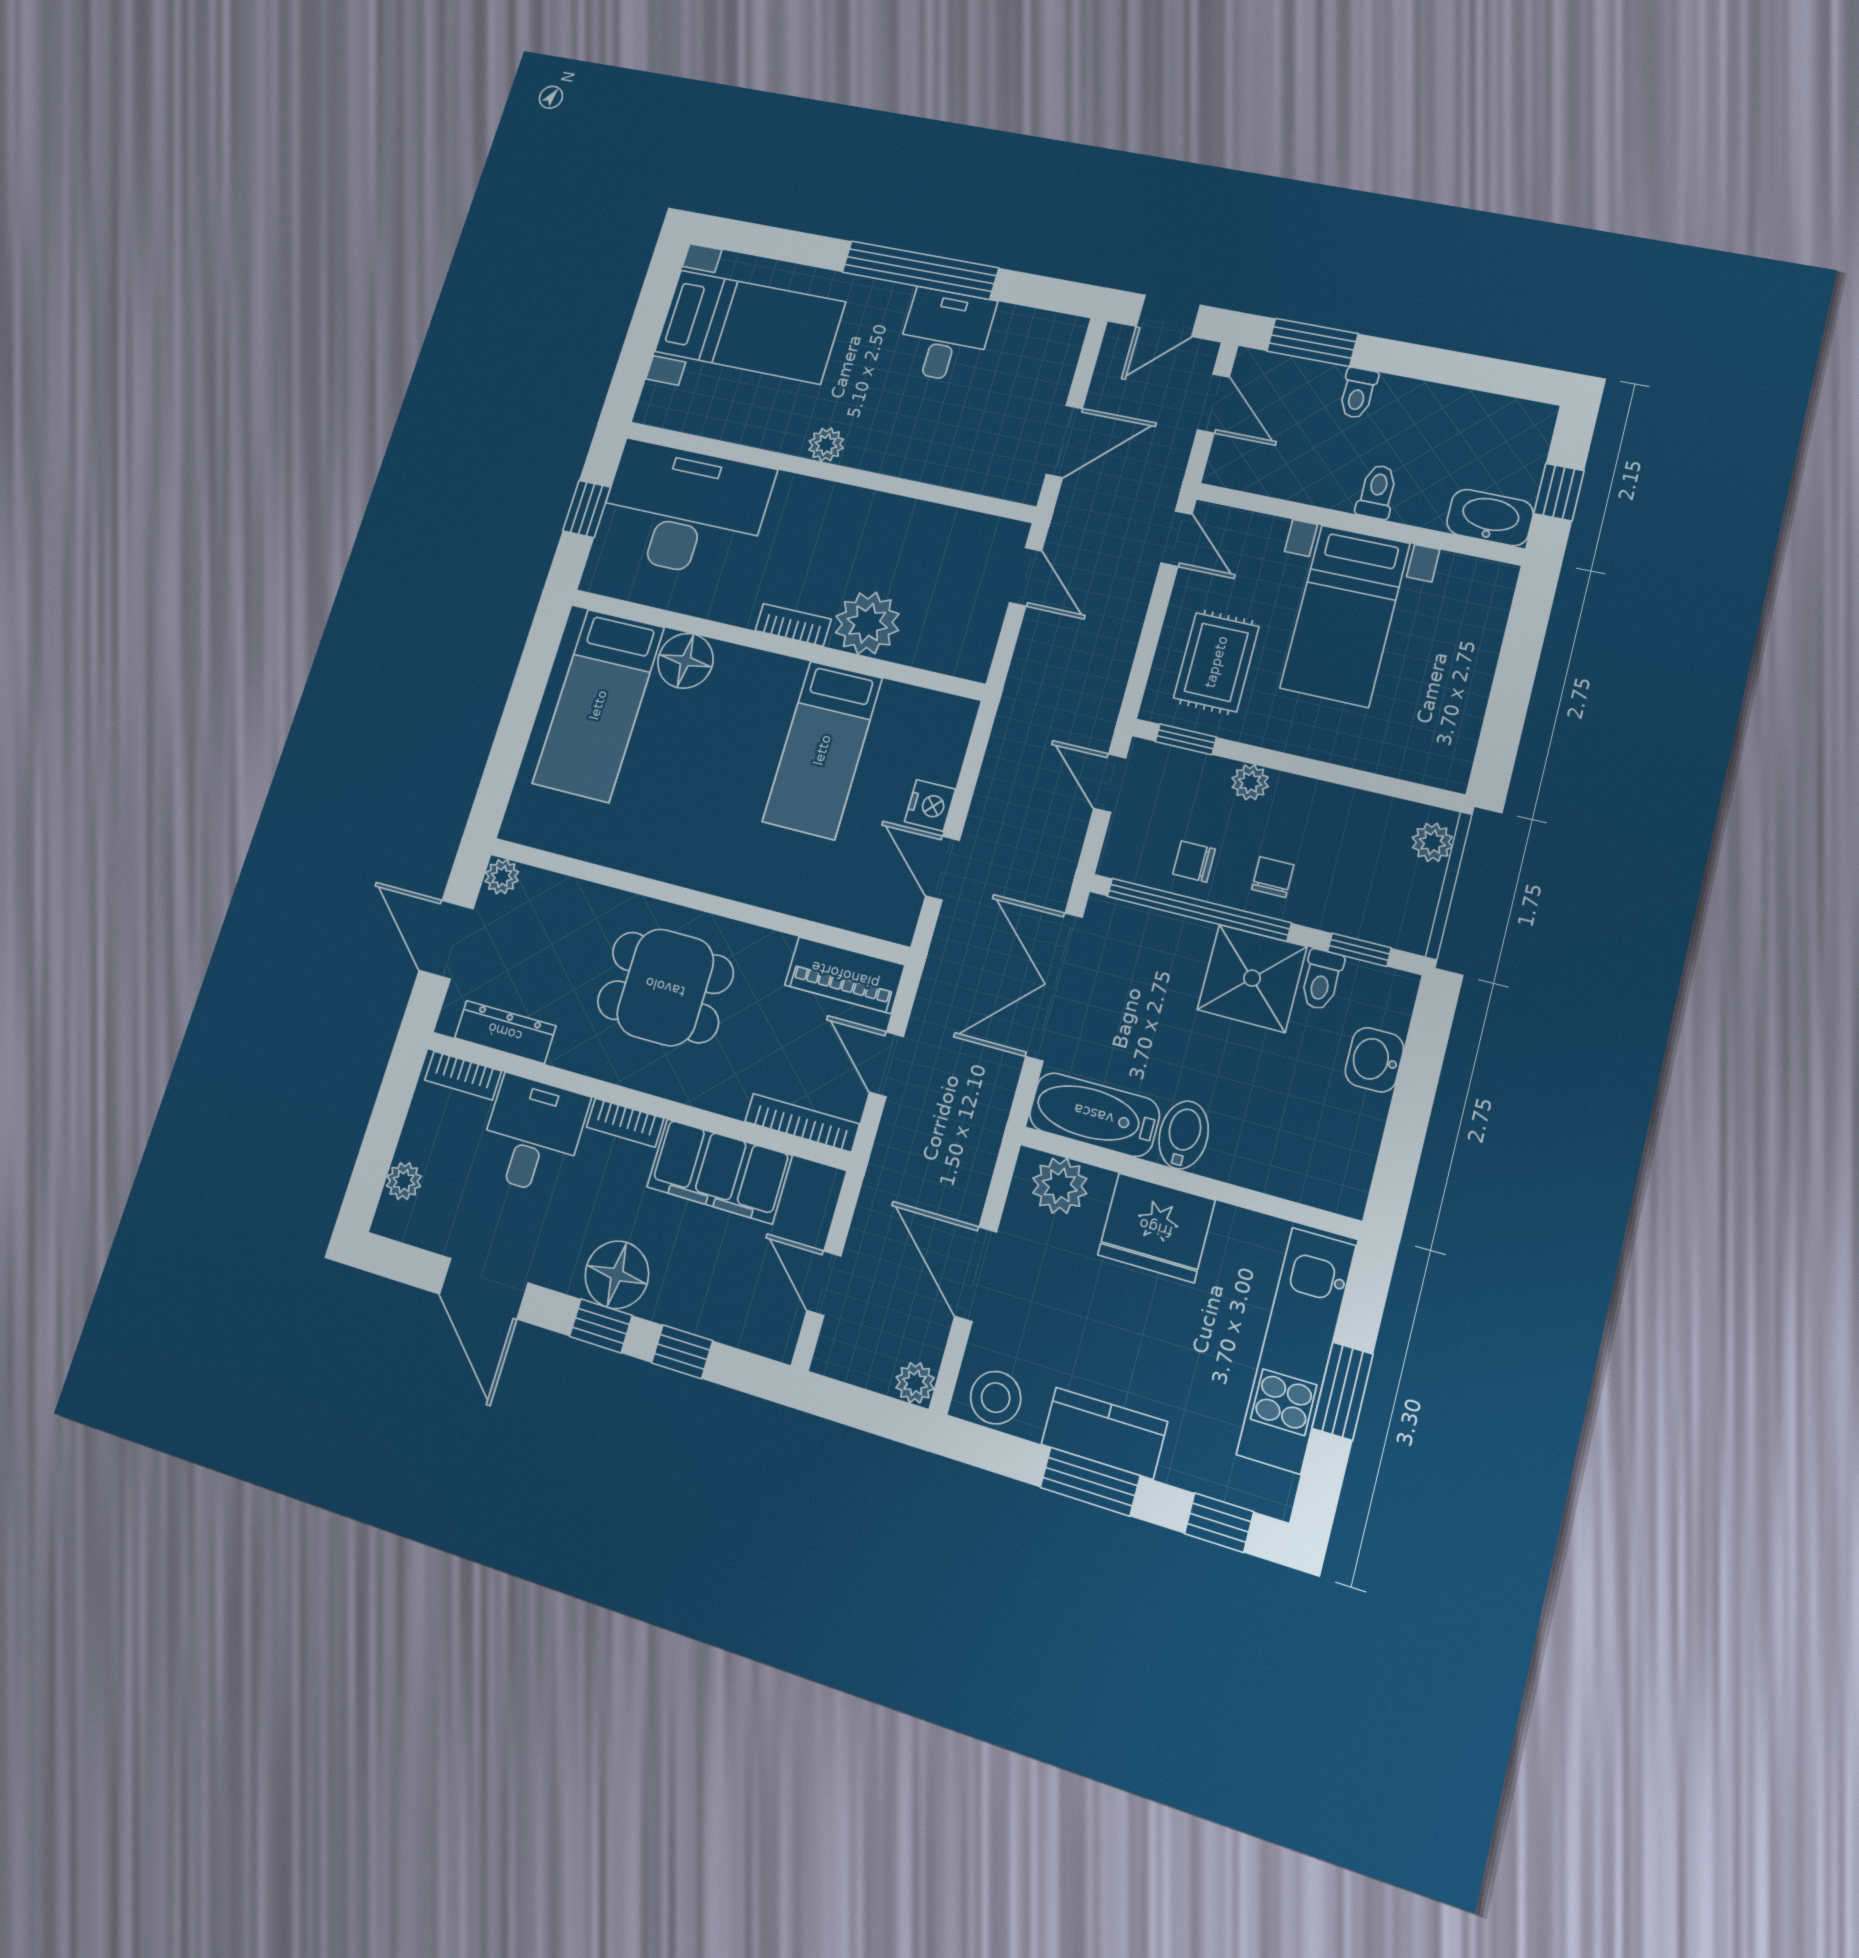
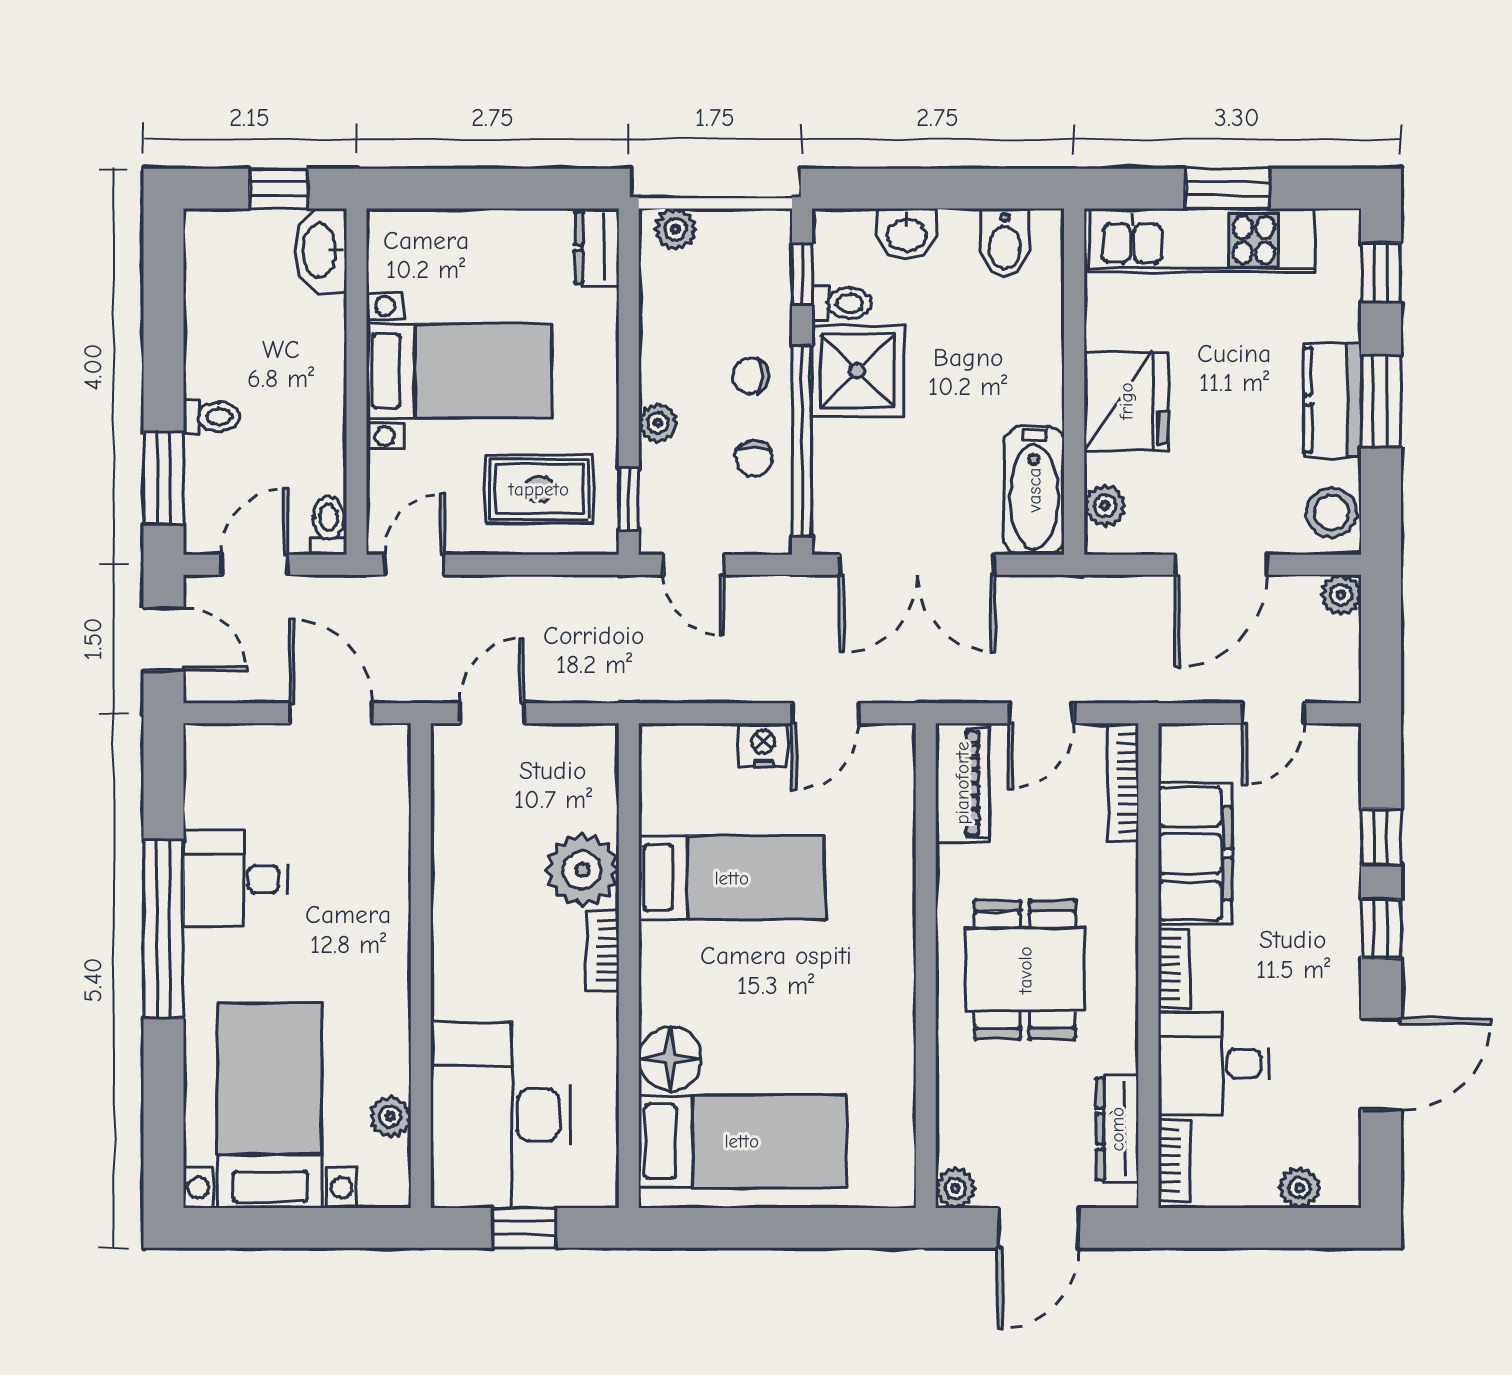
plant: (826, 445) -> (390, 1116), moved
toilet: (1377, 492) -> (329, 525), moved, turned 90
dresser: (1432, 765) -> (597, 247), added
door: (1110, 783) -> (694, 565), hinge flipped
bidet: (1184, 1135) -> (1005, 243), moved, turned -90
plant: (1060, 1186) -> (1105, 506), width x0.73, depth x0.73
floor lamp: (617, 1275) -> (1327, 928), removed

